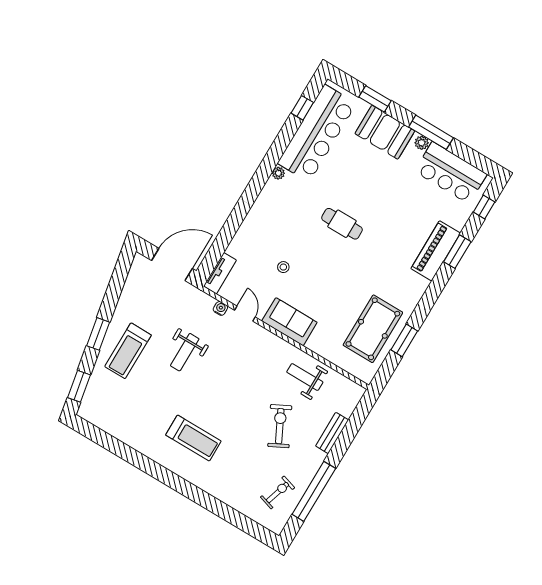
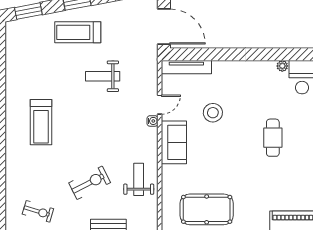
stool: (283, 267) -> (213, 113), width x1.89, depth x1.89
tv unit: (220, 273) -> (186, 67), width x1.41
water cooler: (220, 308) -> (152, 121), moved

